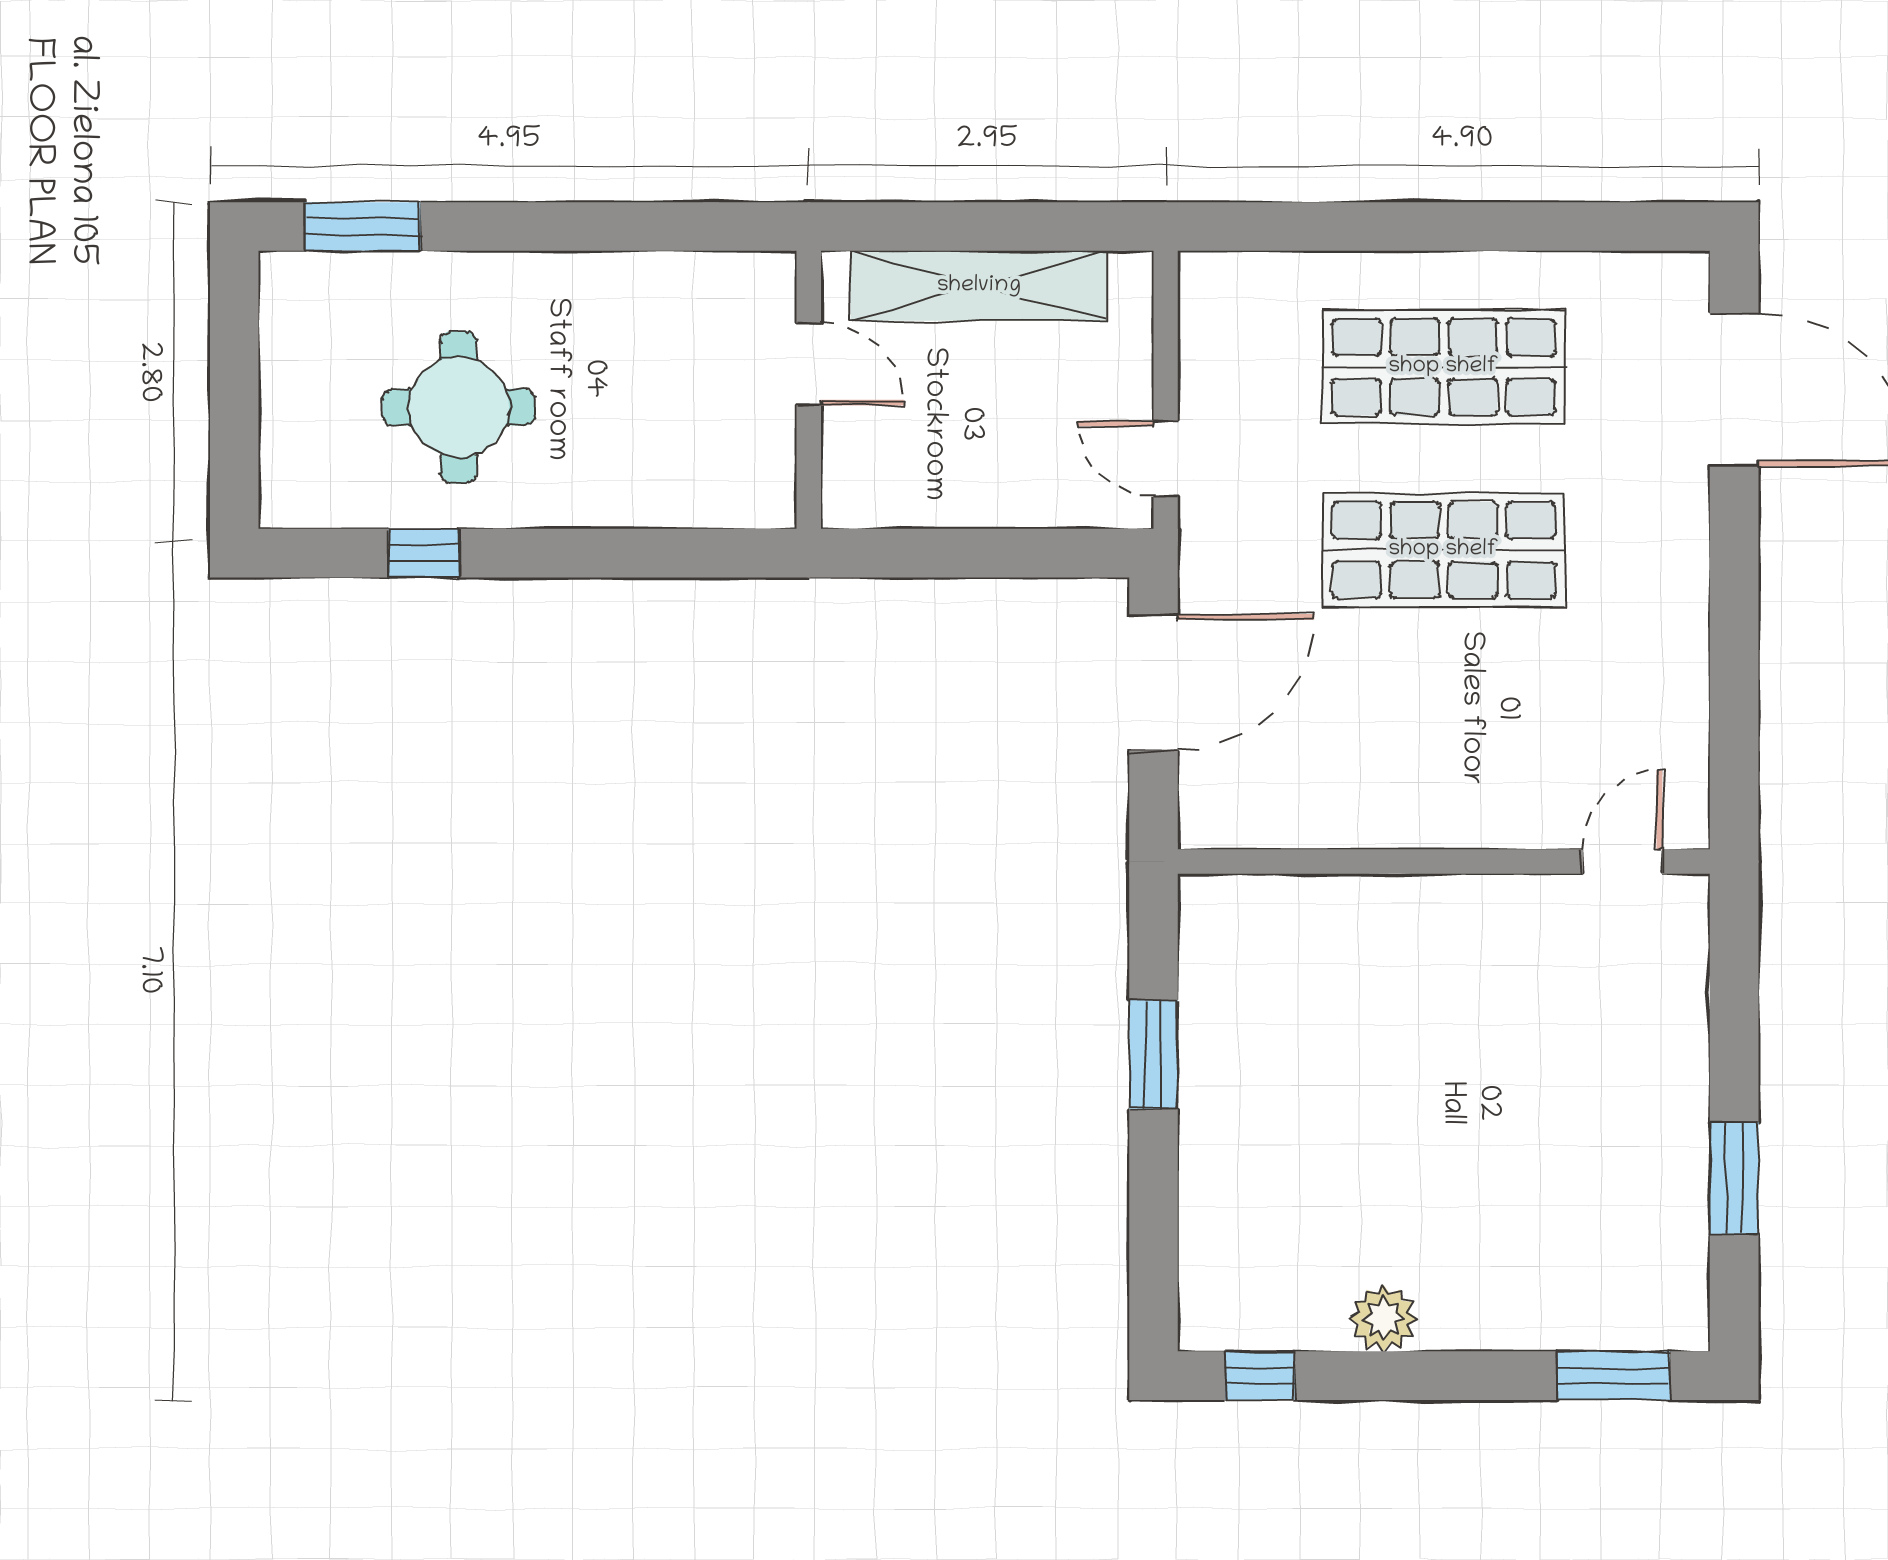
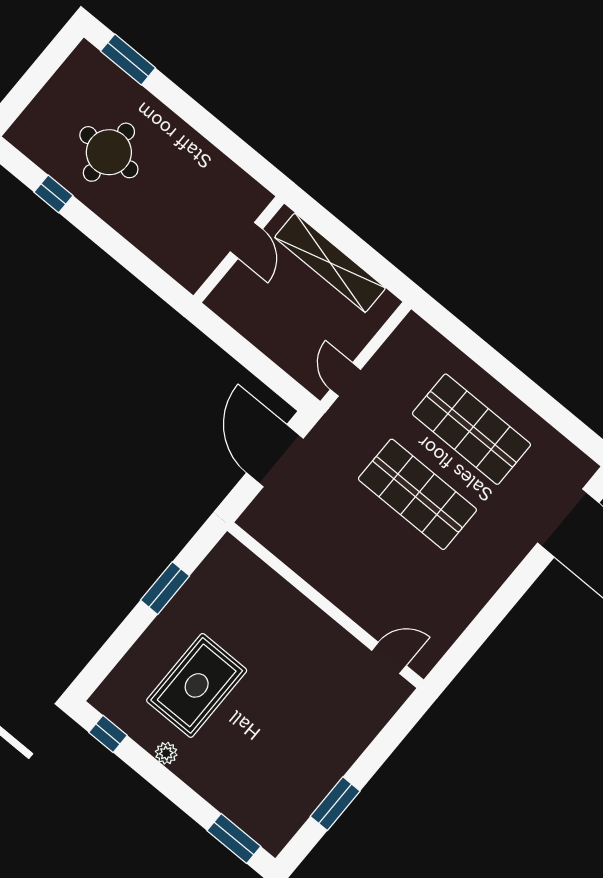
door: (1154, 682) -> (275, 456), swing flipped
rug: (1341, 1173) -> (197, 685), added
plant: (1384, 1318) -> (166, 753), width x0.73, depth x0.73

